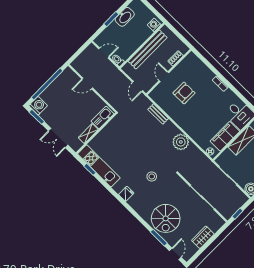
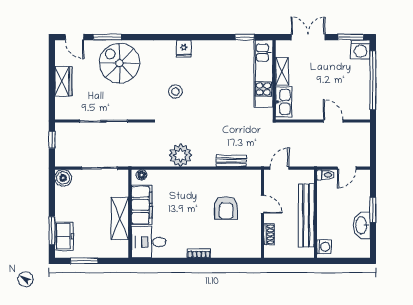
door: (87, 83) -> (333, 121), hinge flipped
door: (138, 86) -> (279, 168), hinge flipped
kitchen unit: (99, 166) -> (263, 74), moved, turned 90

